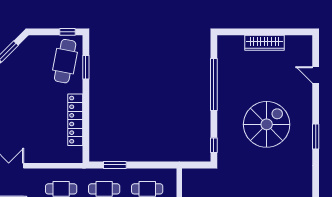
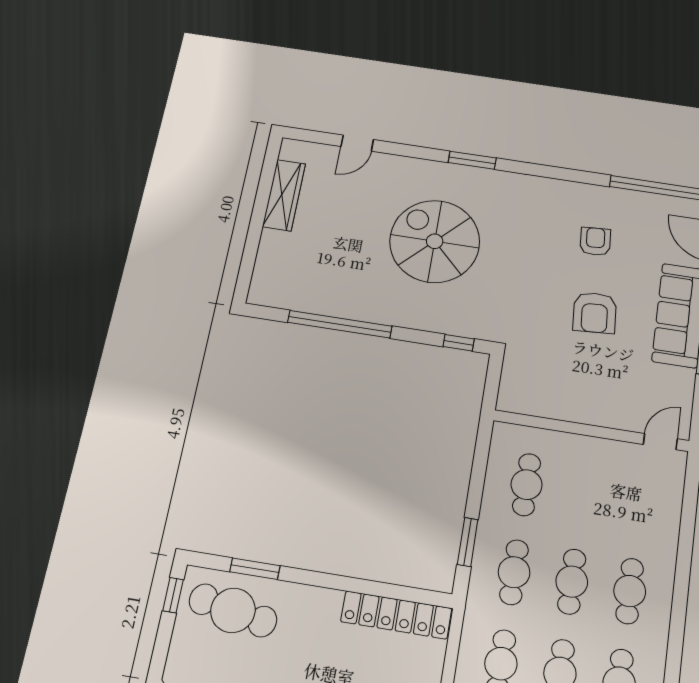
wardrobe: (264, 43) -> (284, 195), moved
locker: (75, 120) -> (396, 615), moved

